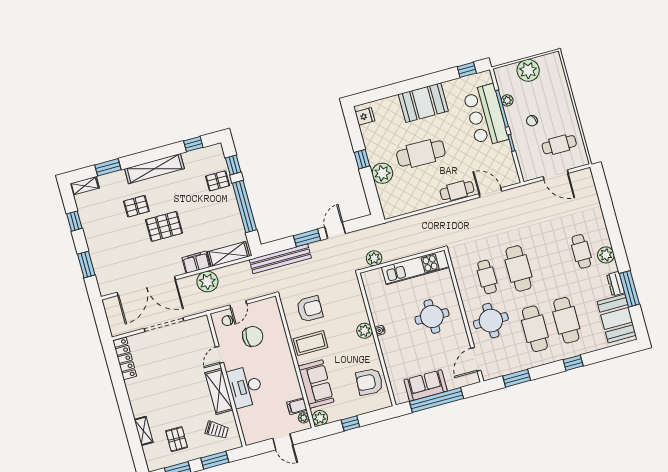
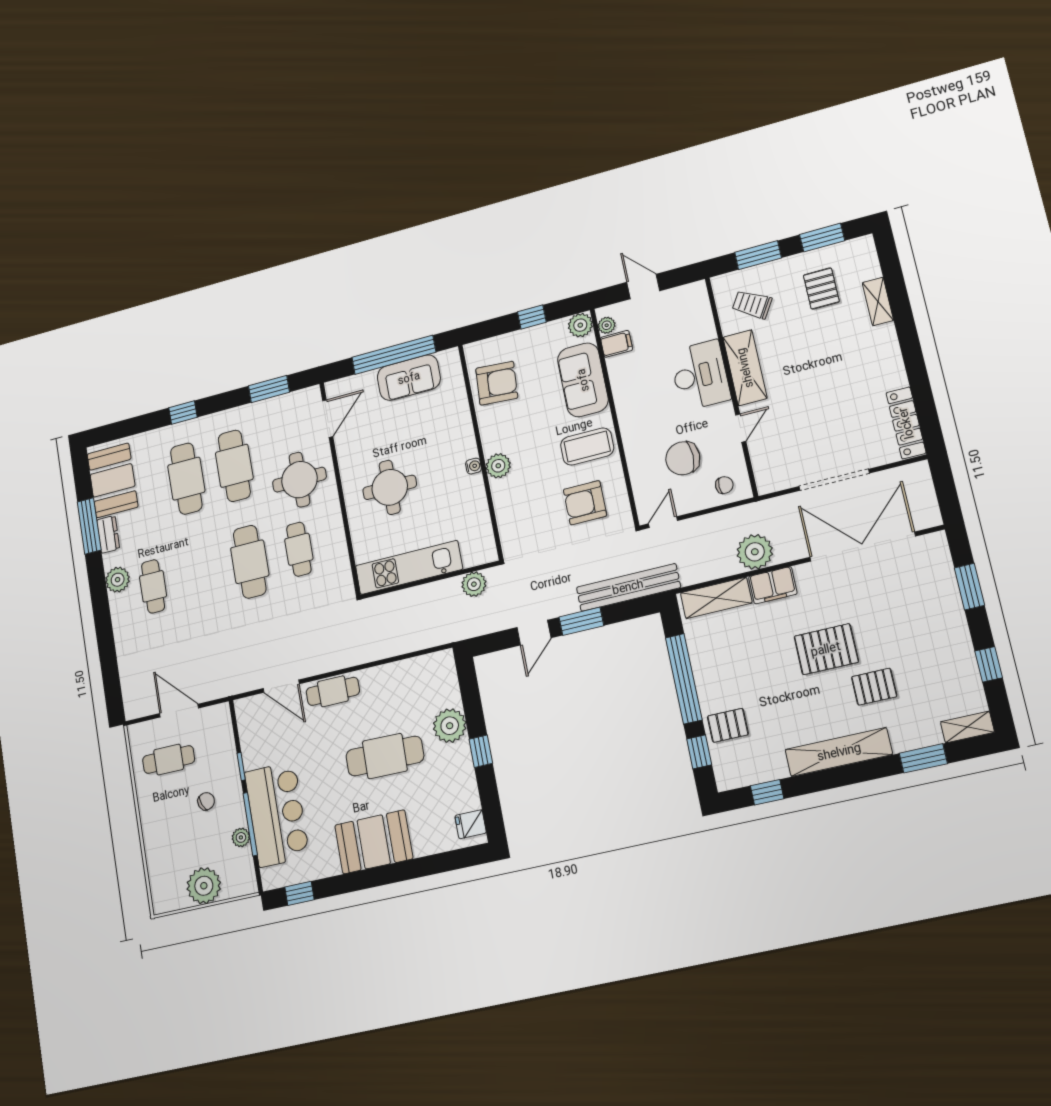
door: (238, 304) -> (663, 522), moved

